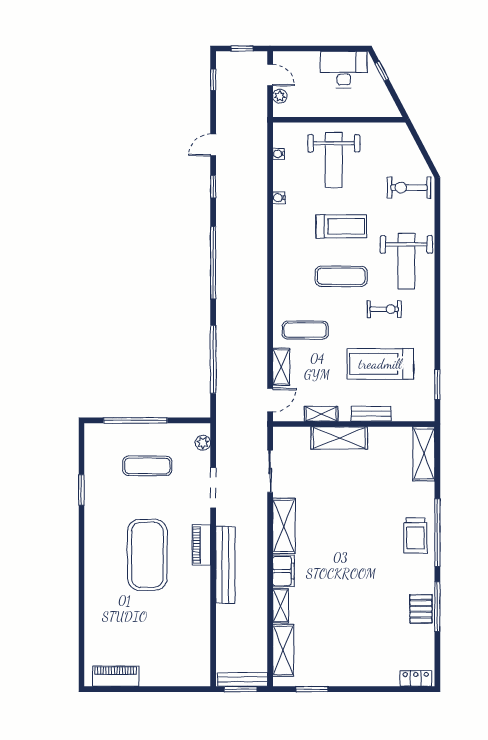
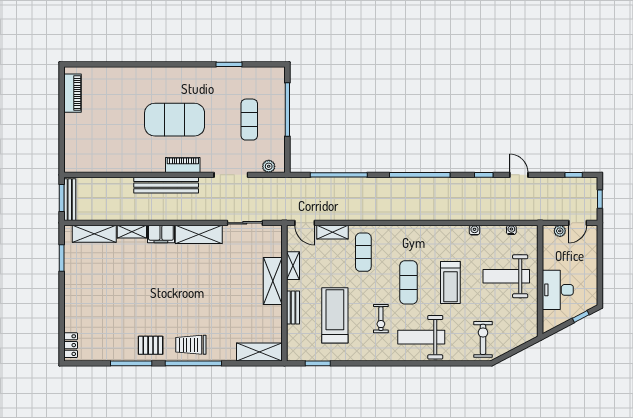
desk: (344, 70) -> (558, 290), moved, turned 180
pallet: (421, 609) -> (151, 345), moved

